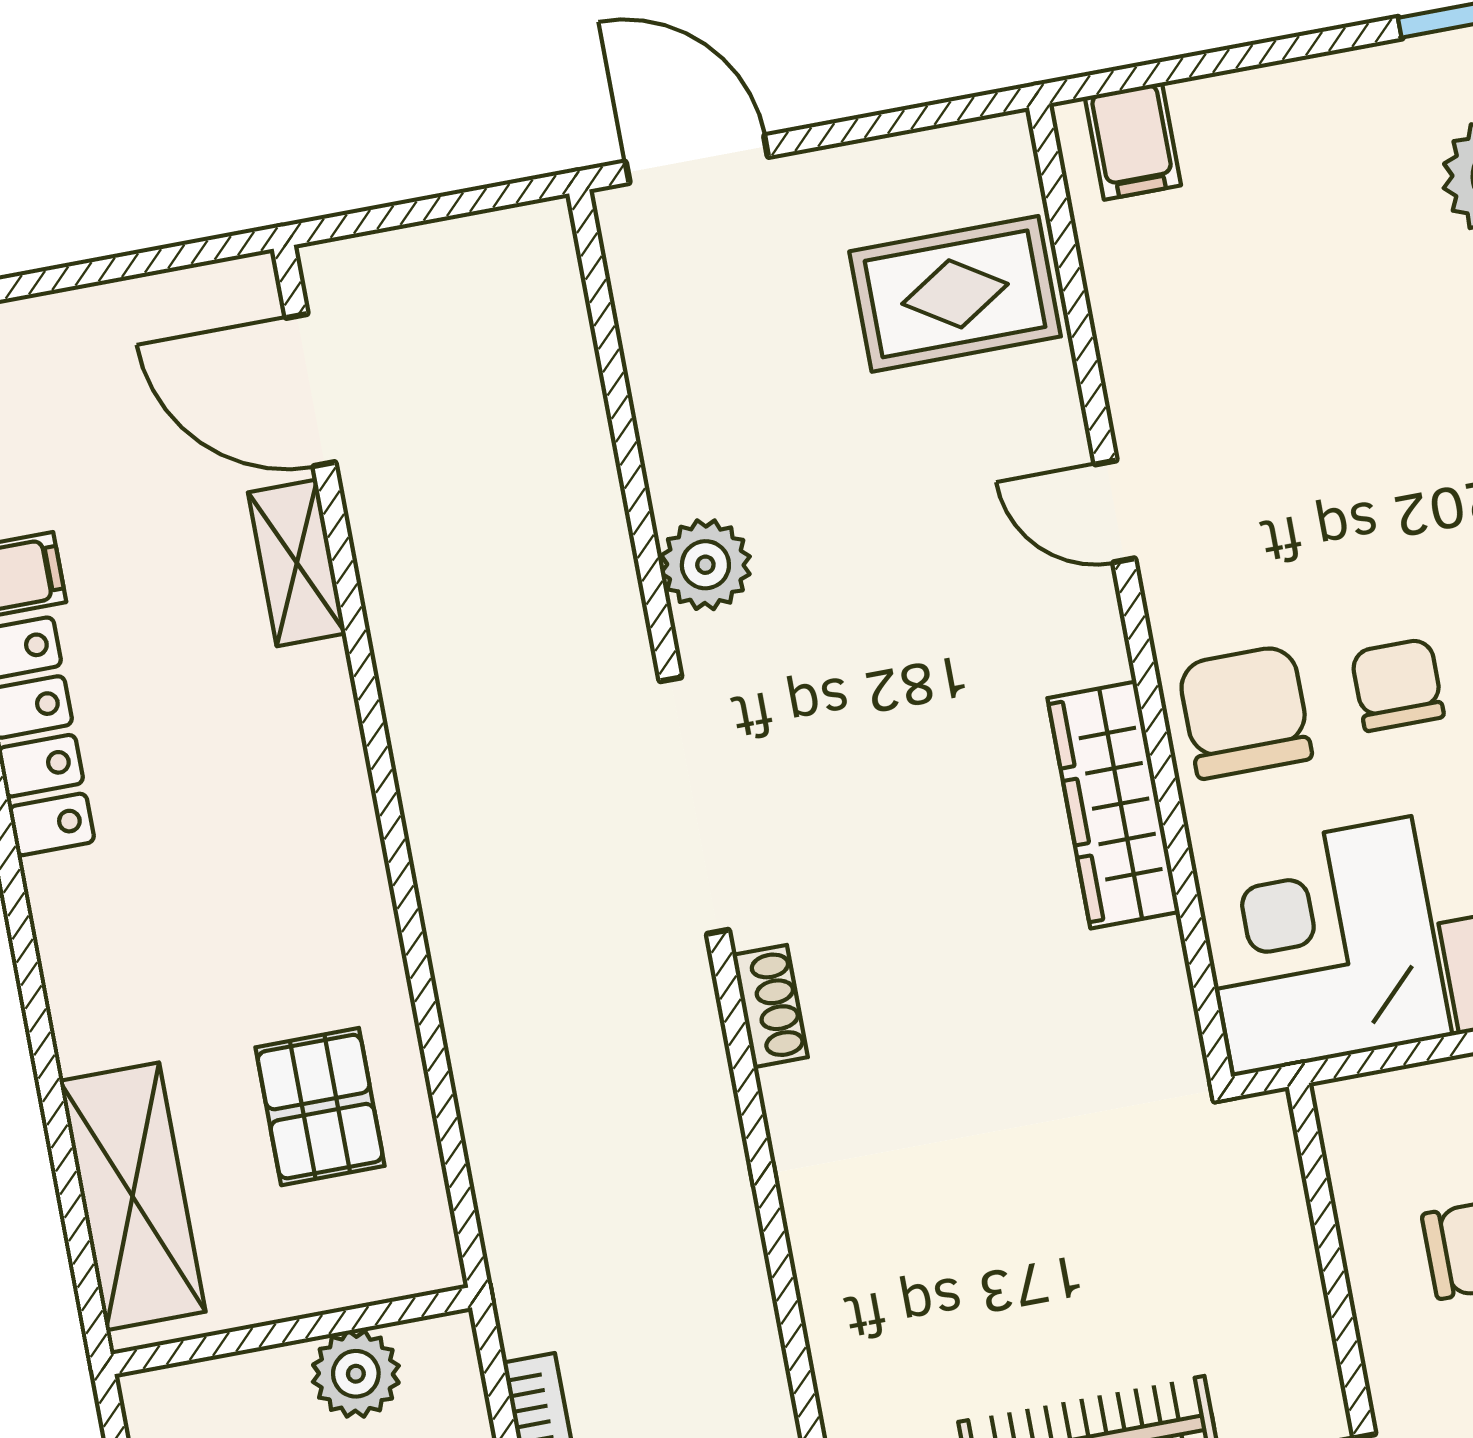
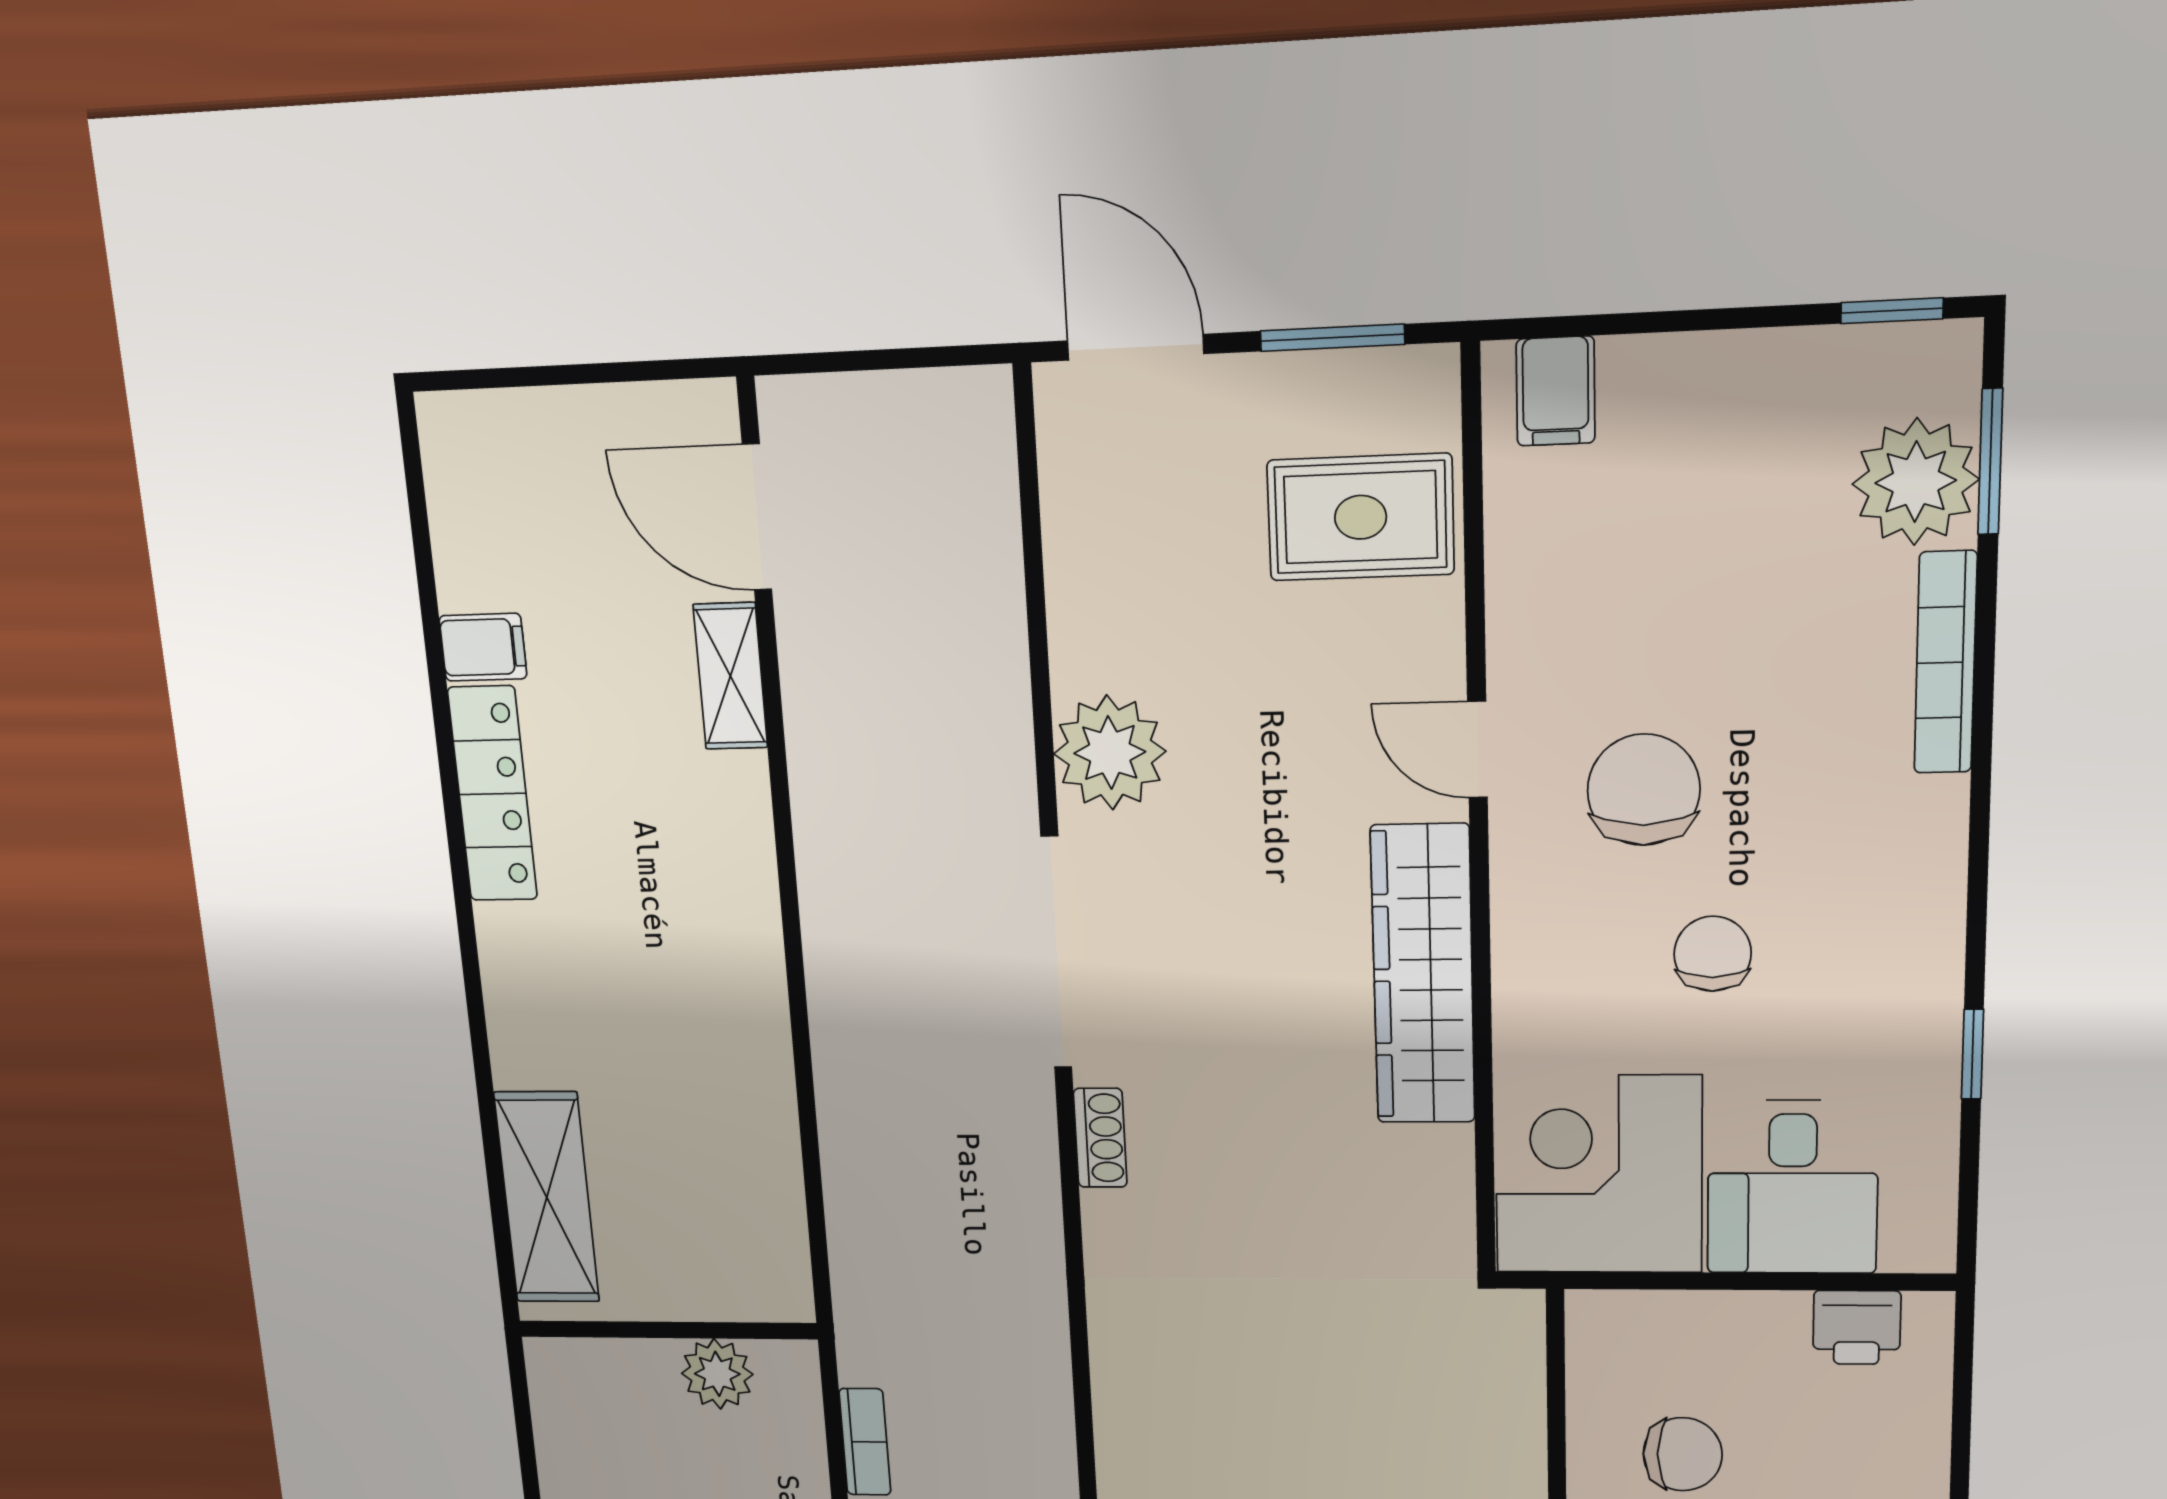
window: (899, 121) -> (1332, 338), added
plant: (705, 565) -> (1110, 753), width x1.36, depth x1.36
chair: (1245, 712) -> (1644, 790), moved
wardrobe: (1113, 805) -> (1423, 975), width x1.40, depth x1.17
pallet: (320, 1107) -> (708, 1152), removed

